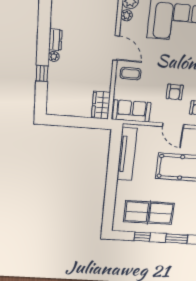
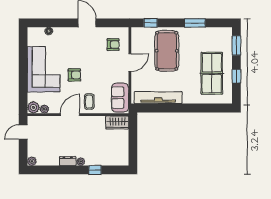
armchair: (175, 92) -> (74, 75), moved

